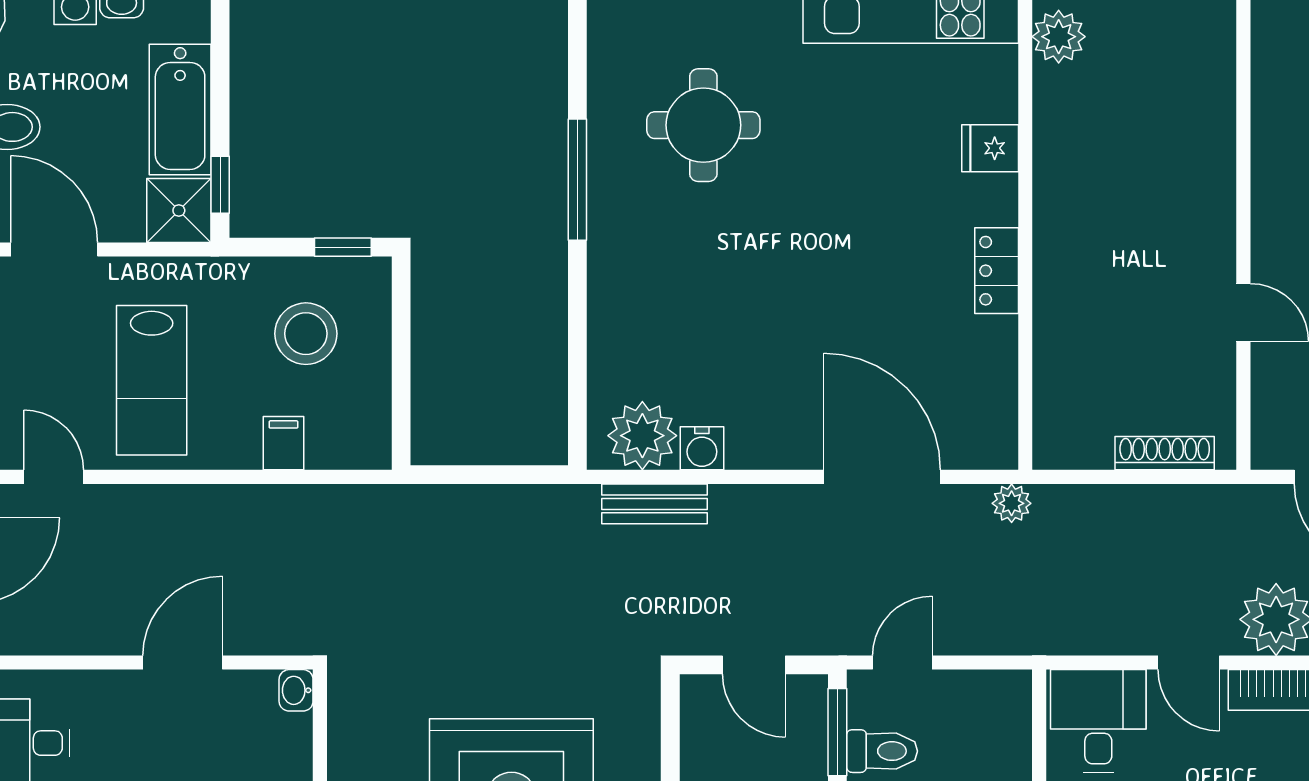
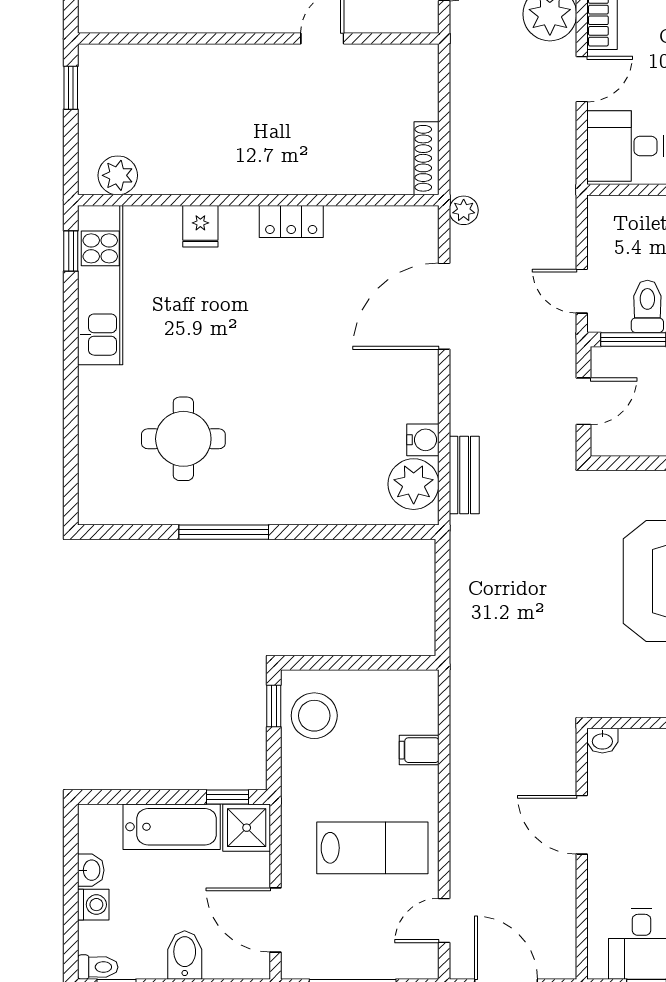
door: (54, 250) -> (276, 920), hinge flipped
stool: (306, 334) -> (314, 716), moved
shoe rack: (1165, 453) -> (426, 158), moved

